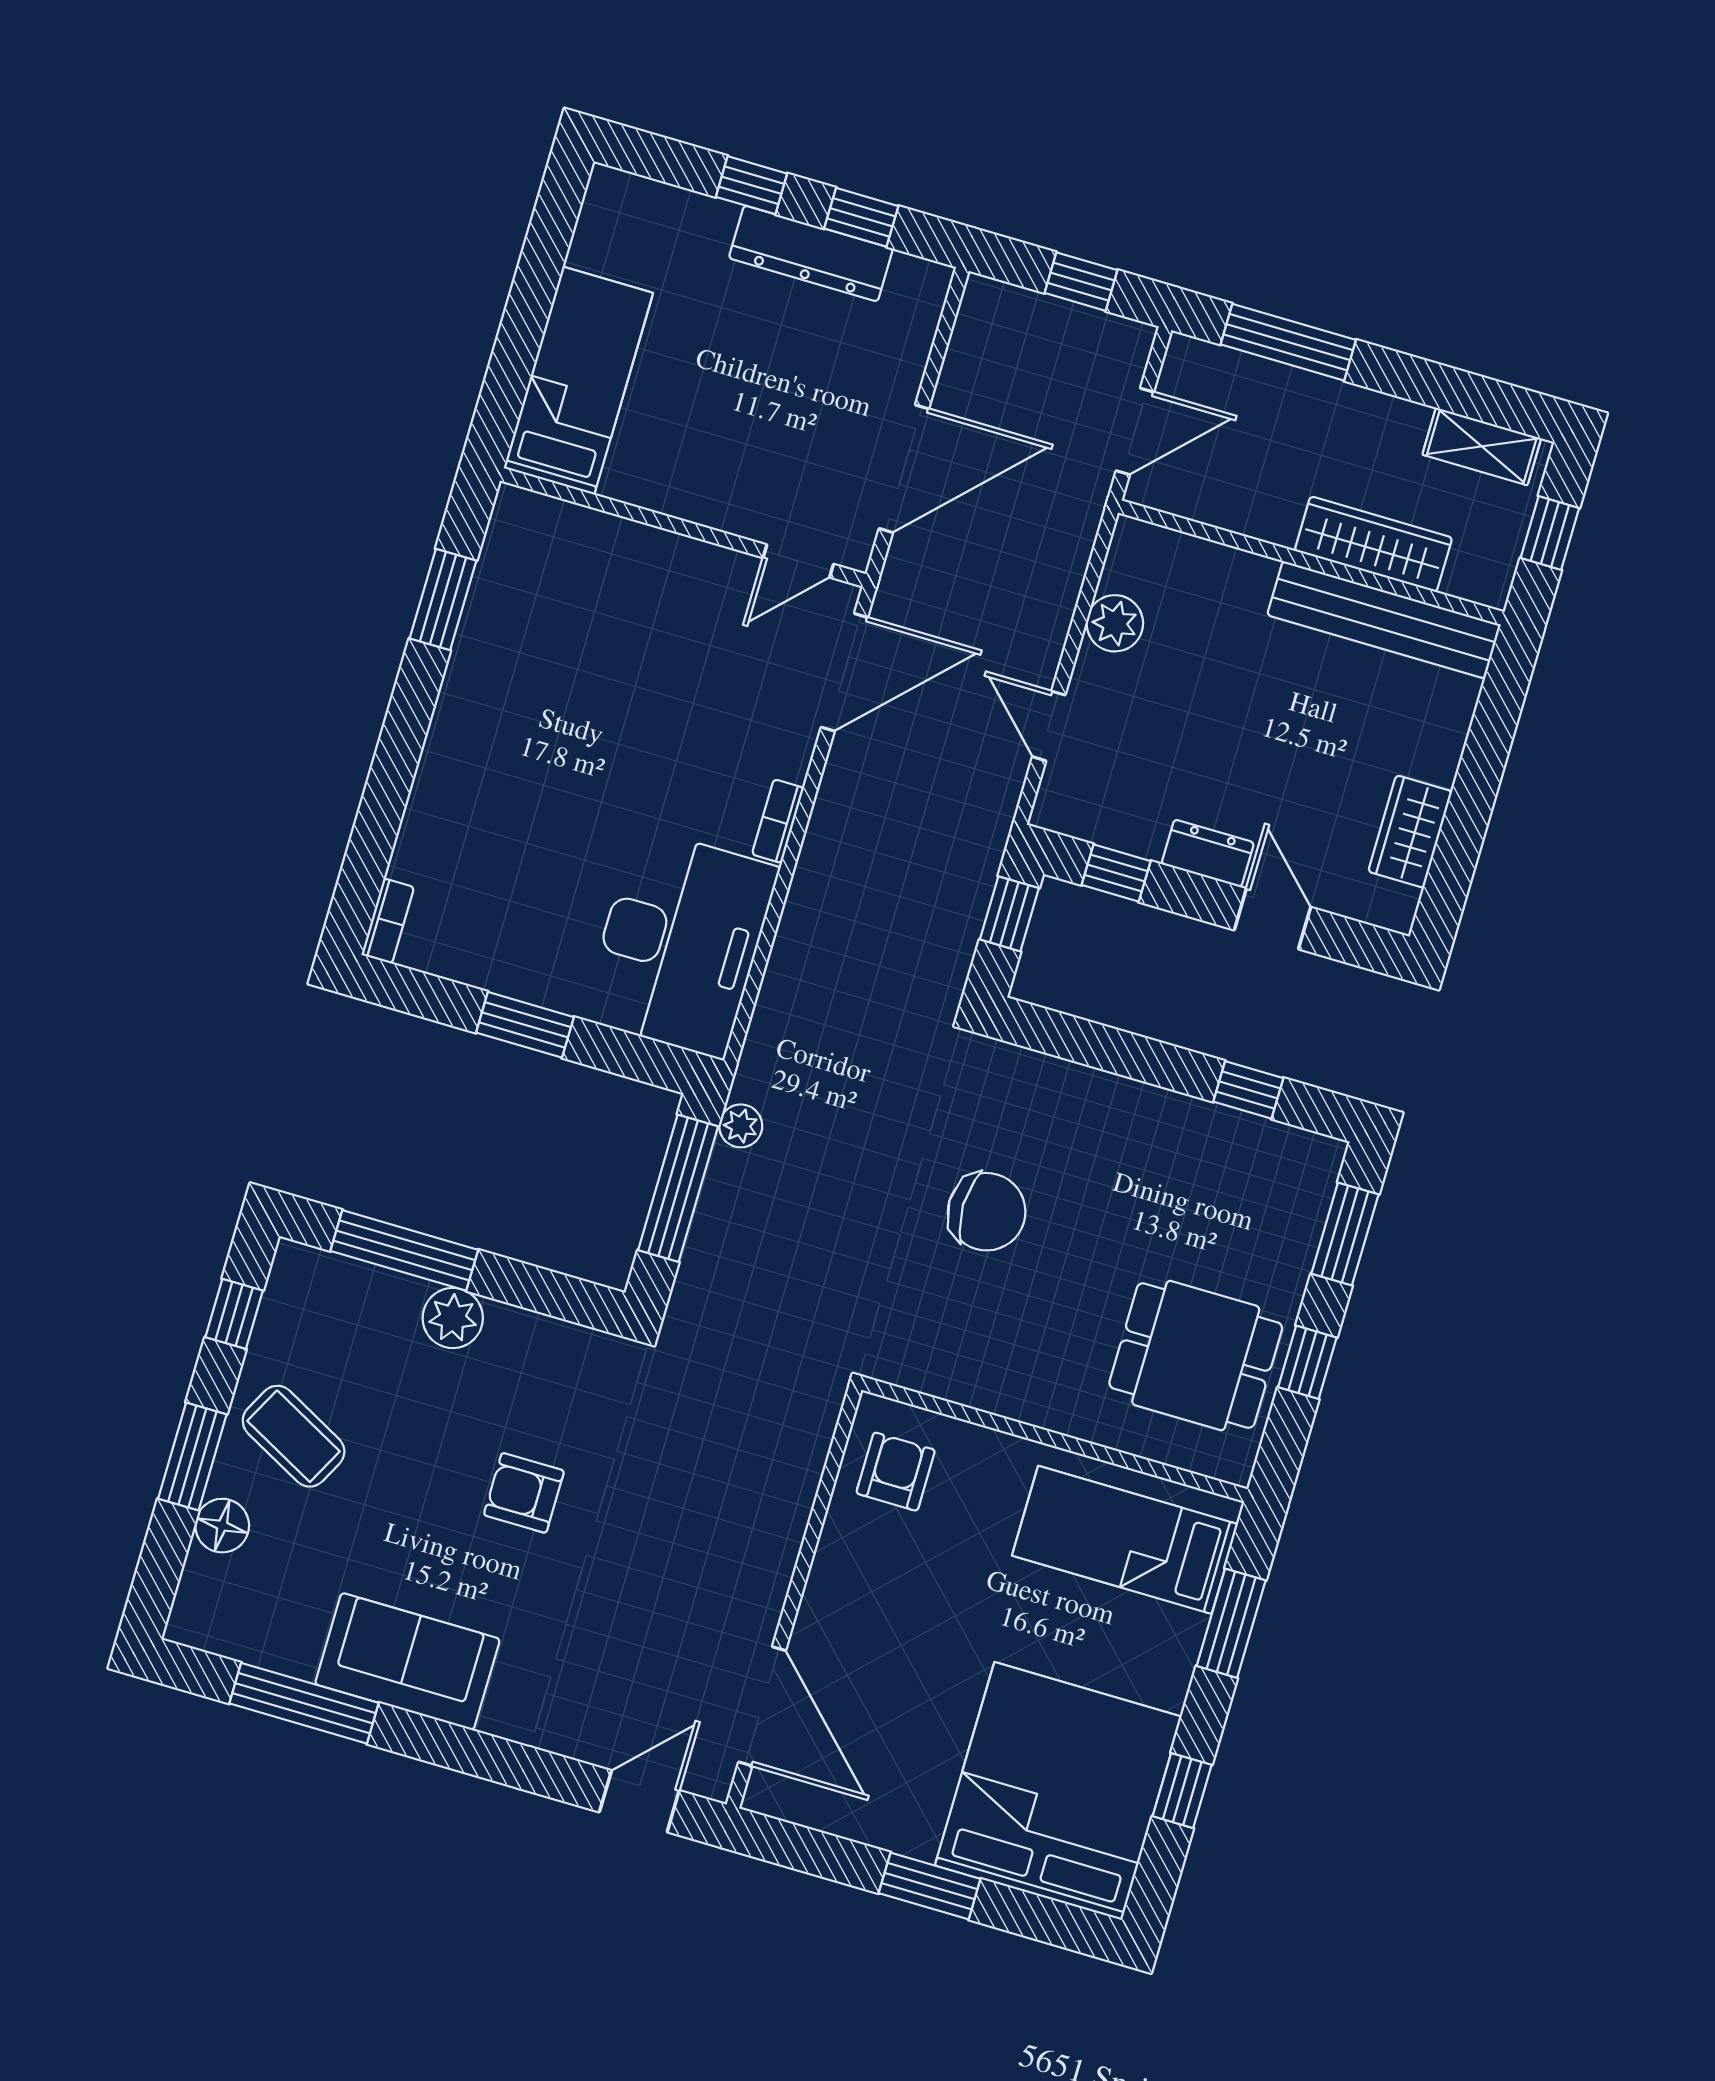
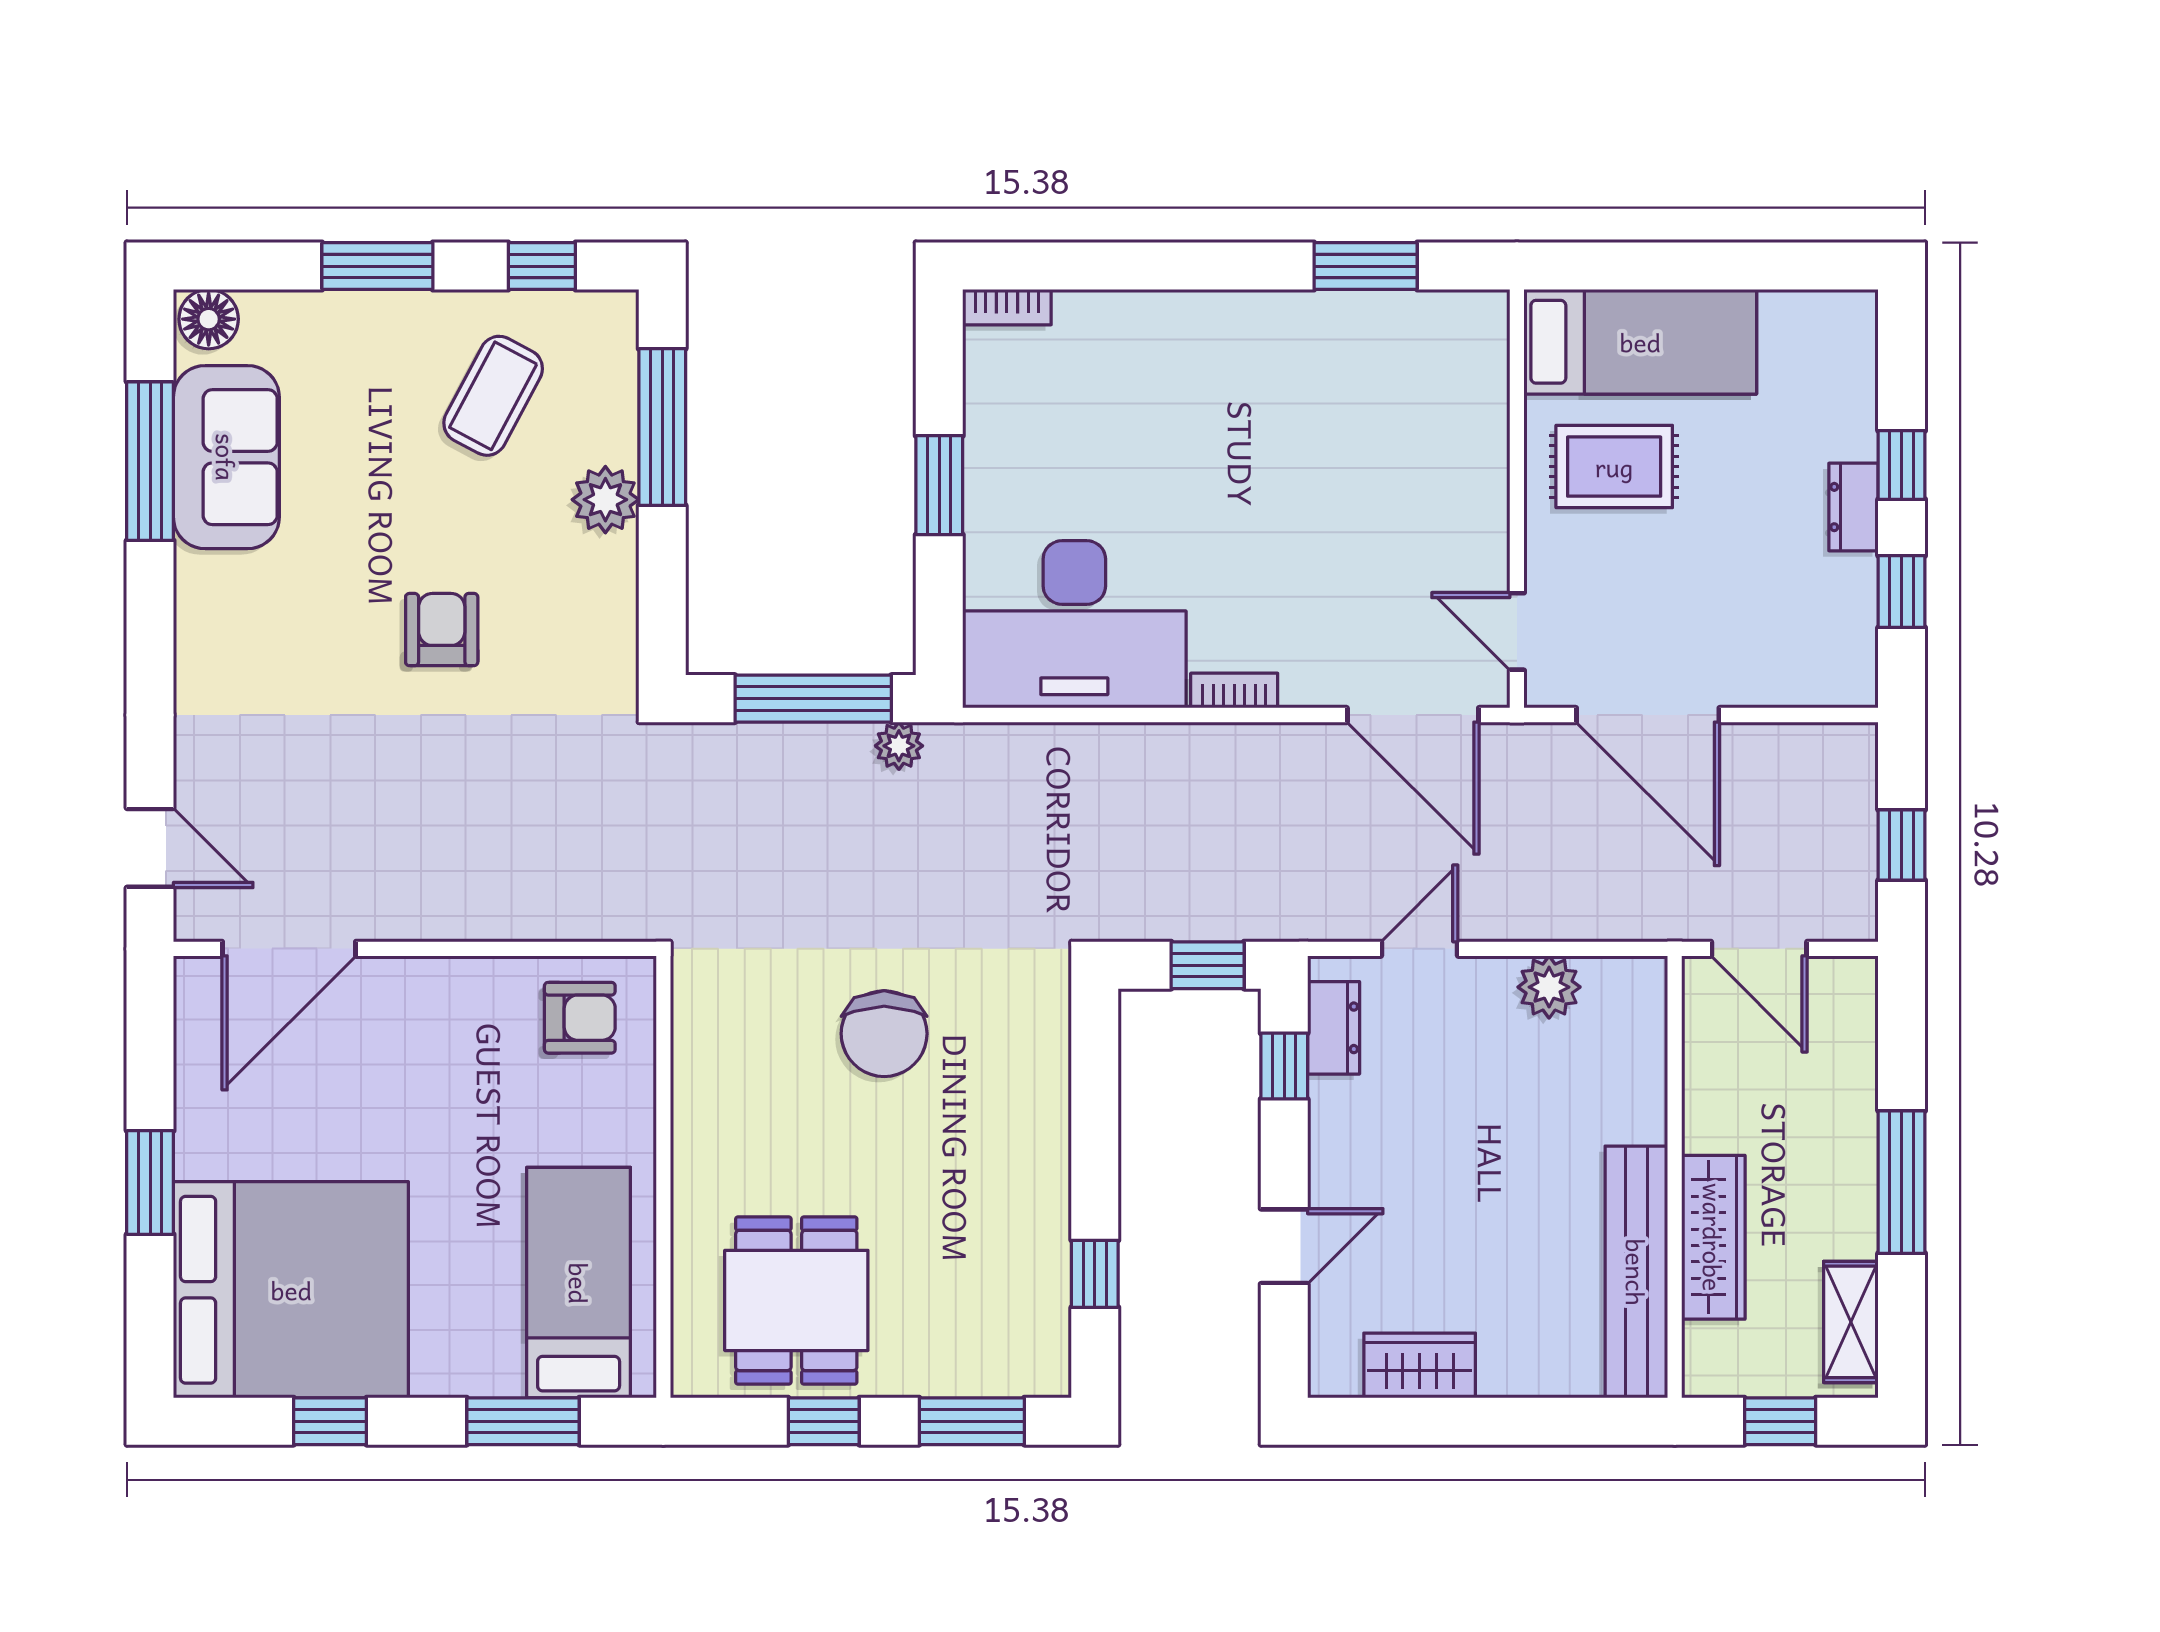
dresser: (811, 253) -> (1854, 507), width x0.51, depth x0.80
window: (1288, 342) -> (1902, 1182), moved
rug: (680, 435) -> (1614, 467), added
dresser: (1208, 853) -> (1334, 1028), moved
coffee table: (294, 1436) -> (493, 396), moved
floor lamp: (222, 1526) -> (209, 319), moved
sofa: (407, 1662) -> (226, 457), moved

